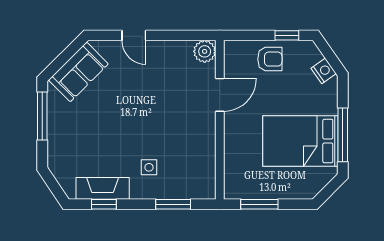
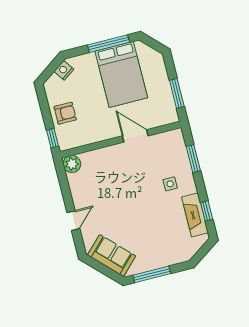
window: (287, 35) -> (52, 138), moved
armchair: (270, 59) -> (65, 113), turned 90
door: (220, 95) -> (135, 136), moved

